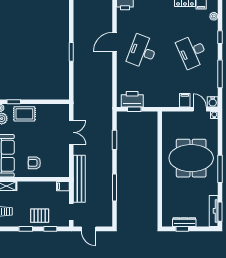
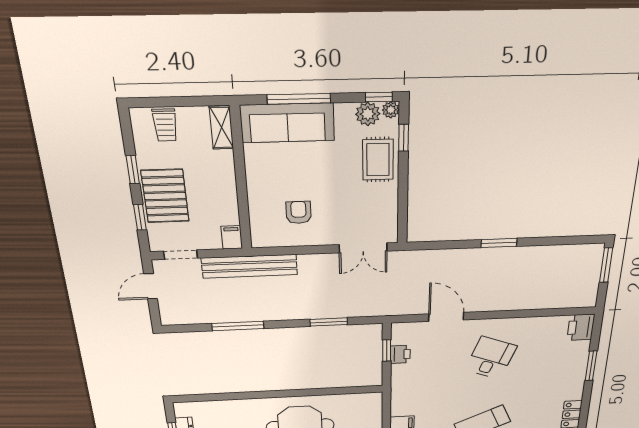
door: (114, 42) -> (446, 317), moved
desk: (142, 52) -> (491, 358), width x0.73
printer: (132, 99) -> (400, 354), width x0.53, depth x0.68
double door: (71, 132) -> (363, 248), moved
armchair: (34, 163) -> (299, 212), moved
pallet: (40, 216) -> (165, 196), width x1.50, depth x1.42

